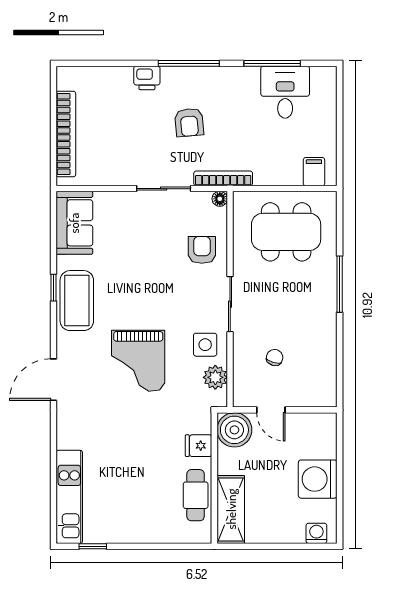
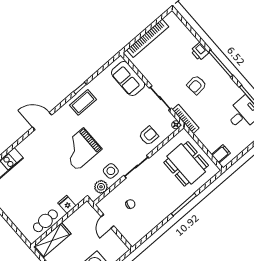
sofa: (74, 223) -> (128, 79), moved, turned 90
coffee table: (77, 301) -> (83, 102), width x0.73, depth x0.76
boiler: (234, 430) -> (86, 213), removed

